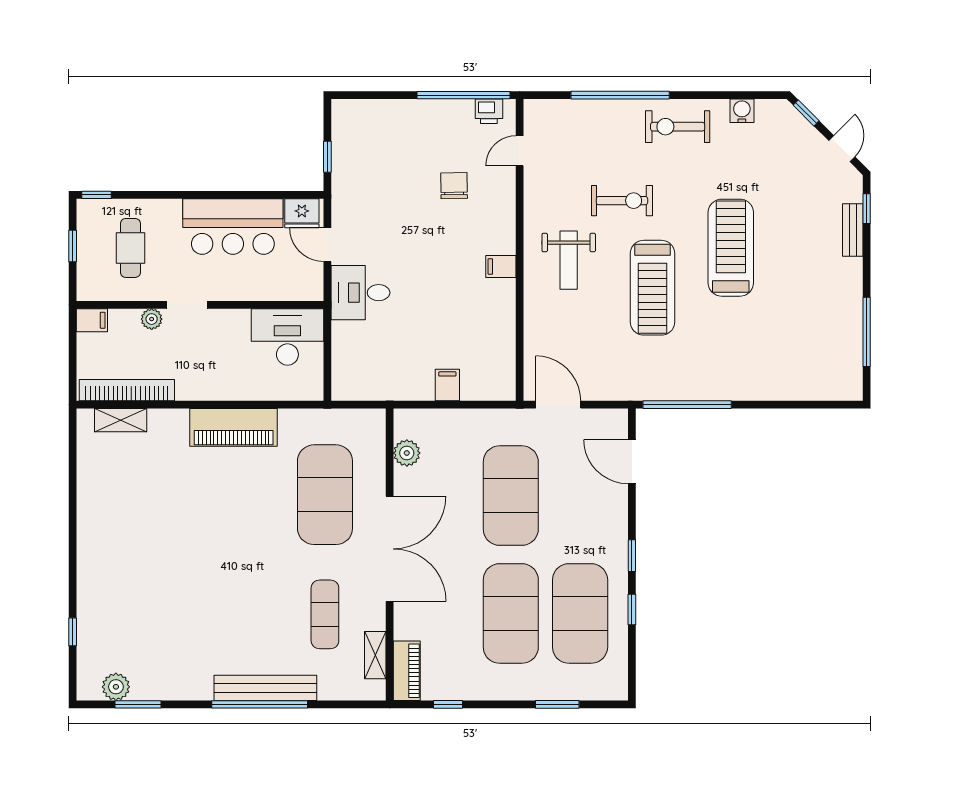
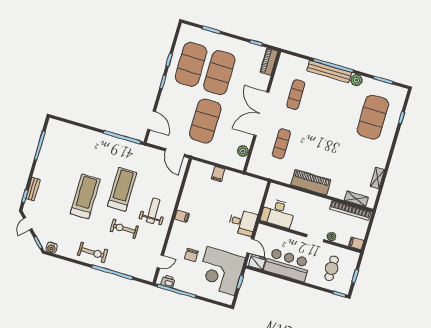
water cooler: (742, 111) -> (52, 248), moved
corner desk: (377, 169) -> (221, 271), added
treadmill: (731, 248) -> (85, 196), turned 180
exercise mat: (325, 495) -> (281, 144), width x0.50, depth x0.69
exercise mat: (137, 614) -> (373, 117), added
shelving: (375, 655) -> (377, 178), moved
plant: (116, 687) -> (356, 80), moved

